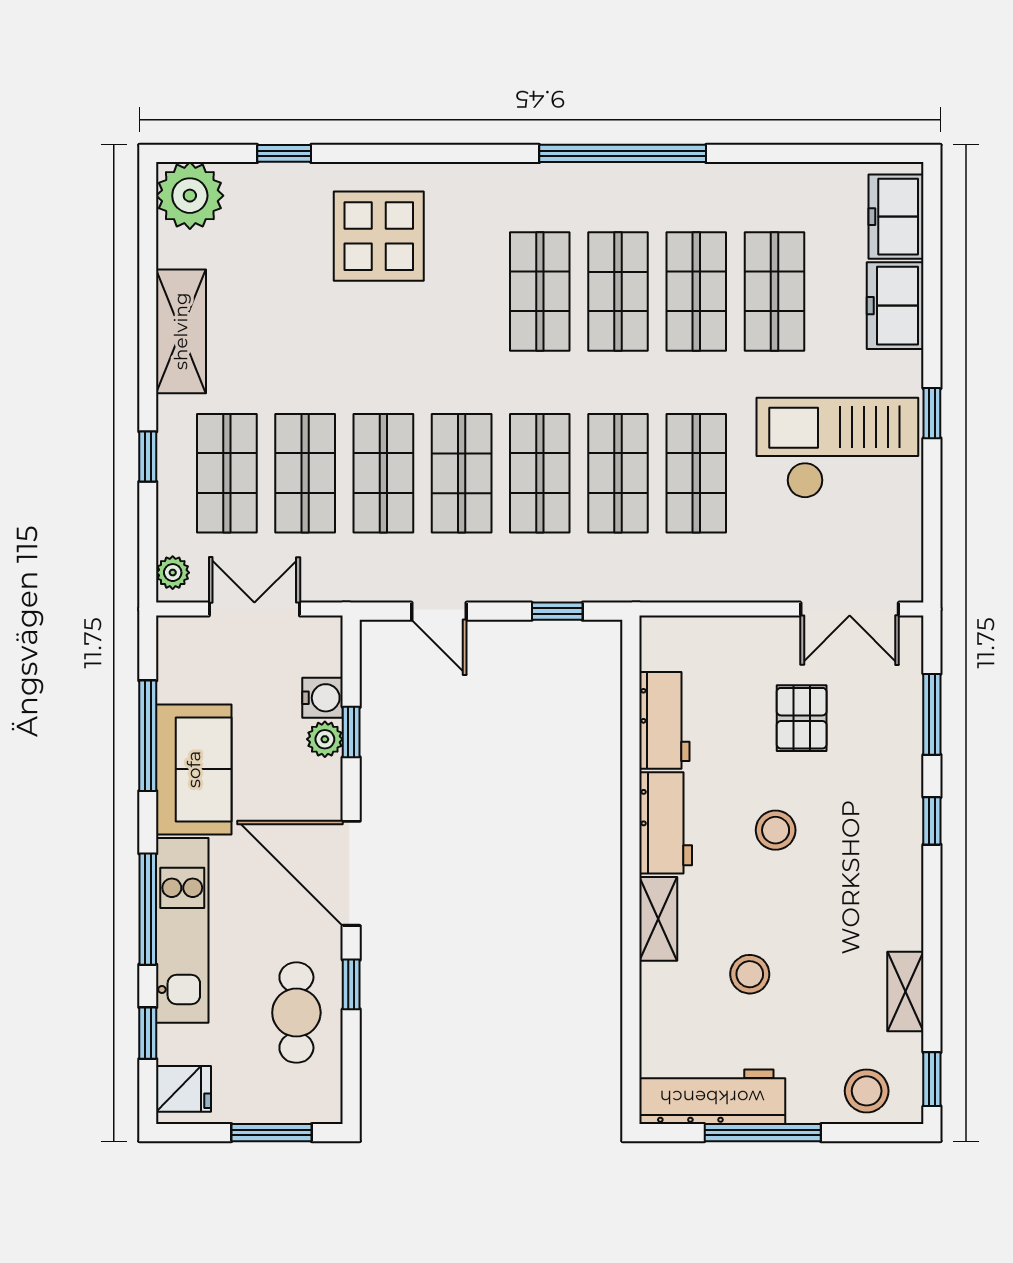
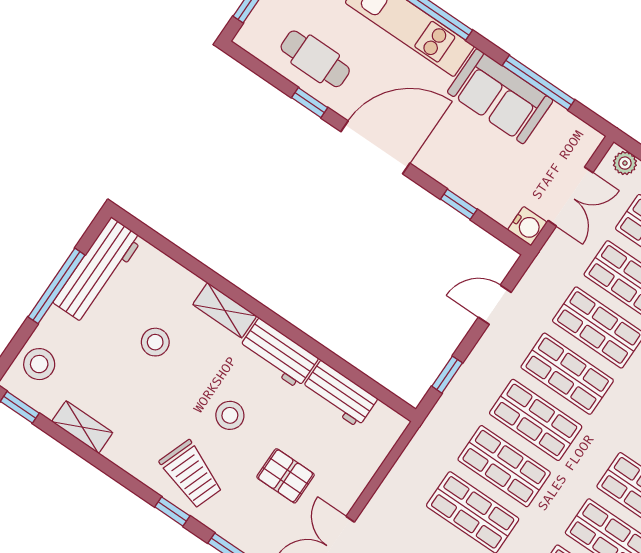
water cooler: (322, 698) -> (527, 226), moved, turned -90
plant: (325, 739) -> (465, 186), removed
trolley: (874, 828) -> (191, 474), added

